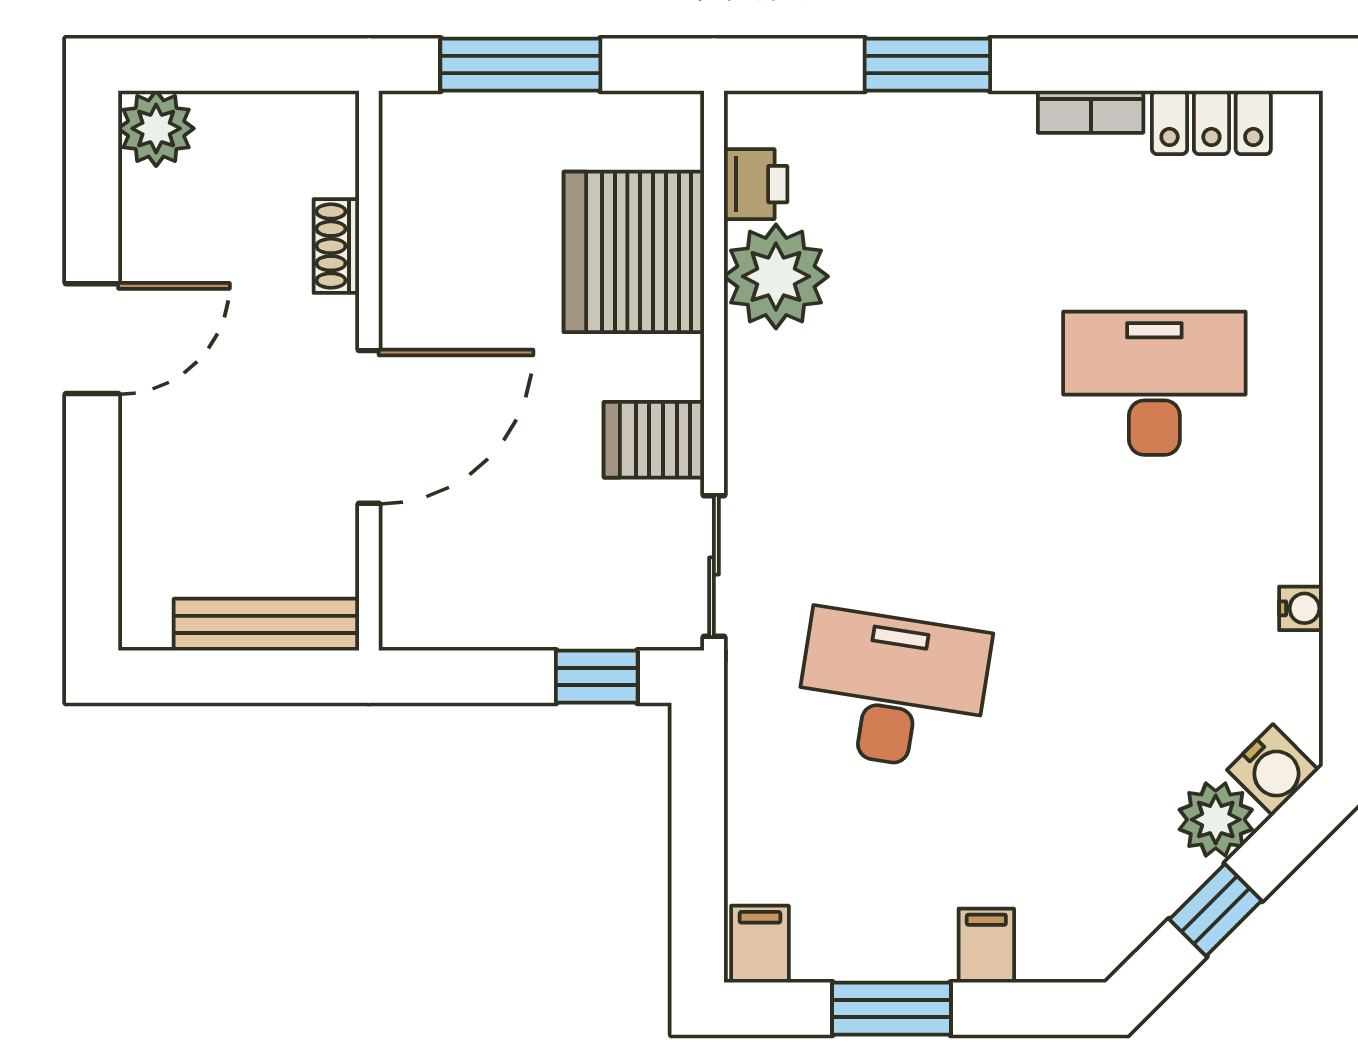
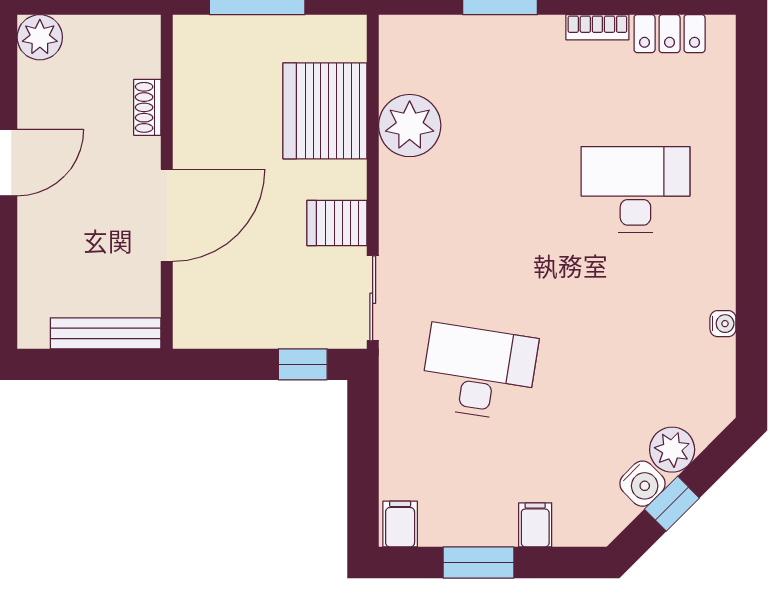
printer: (756, 184) -> (397, 70), removed
water cooler: (1273, 770) -> (642, 484), moved

